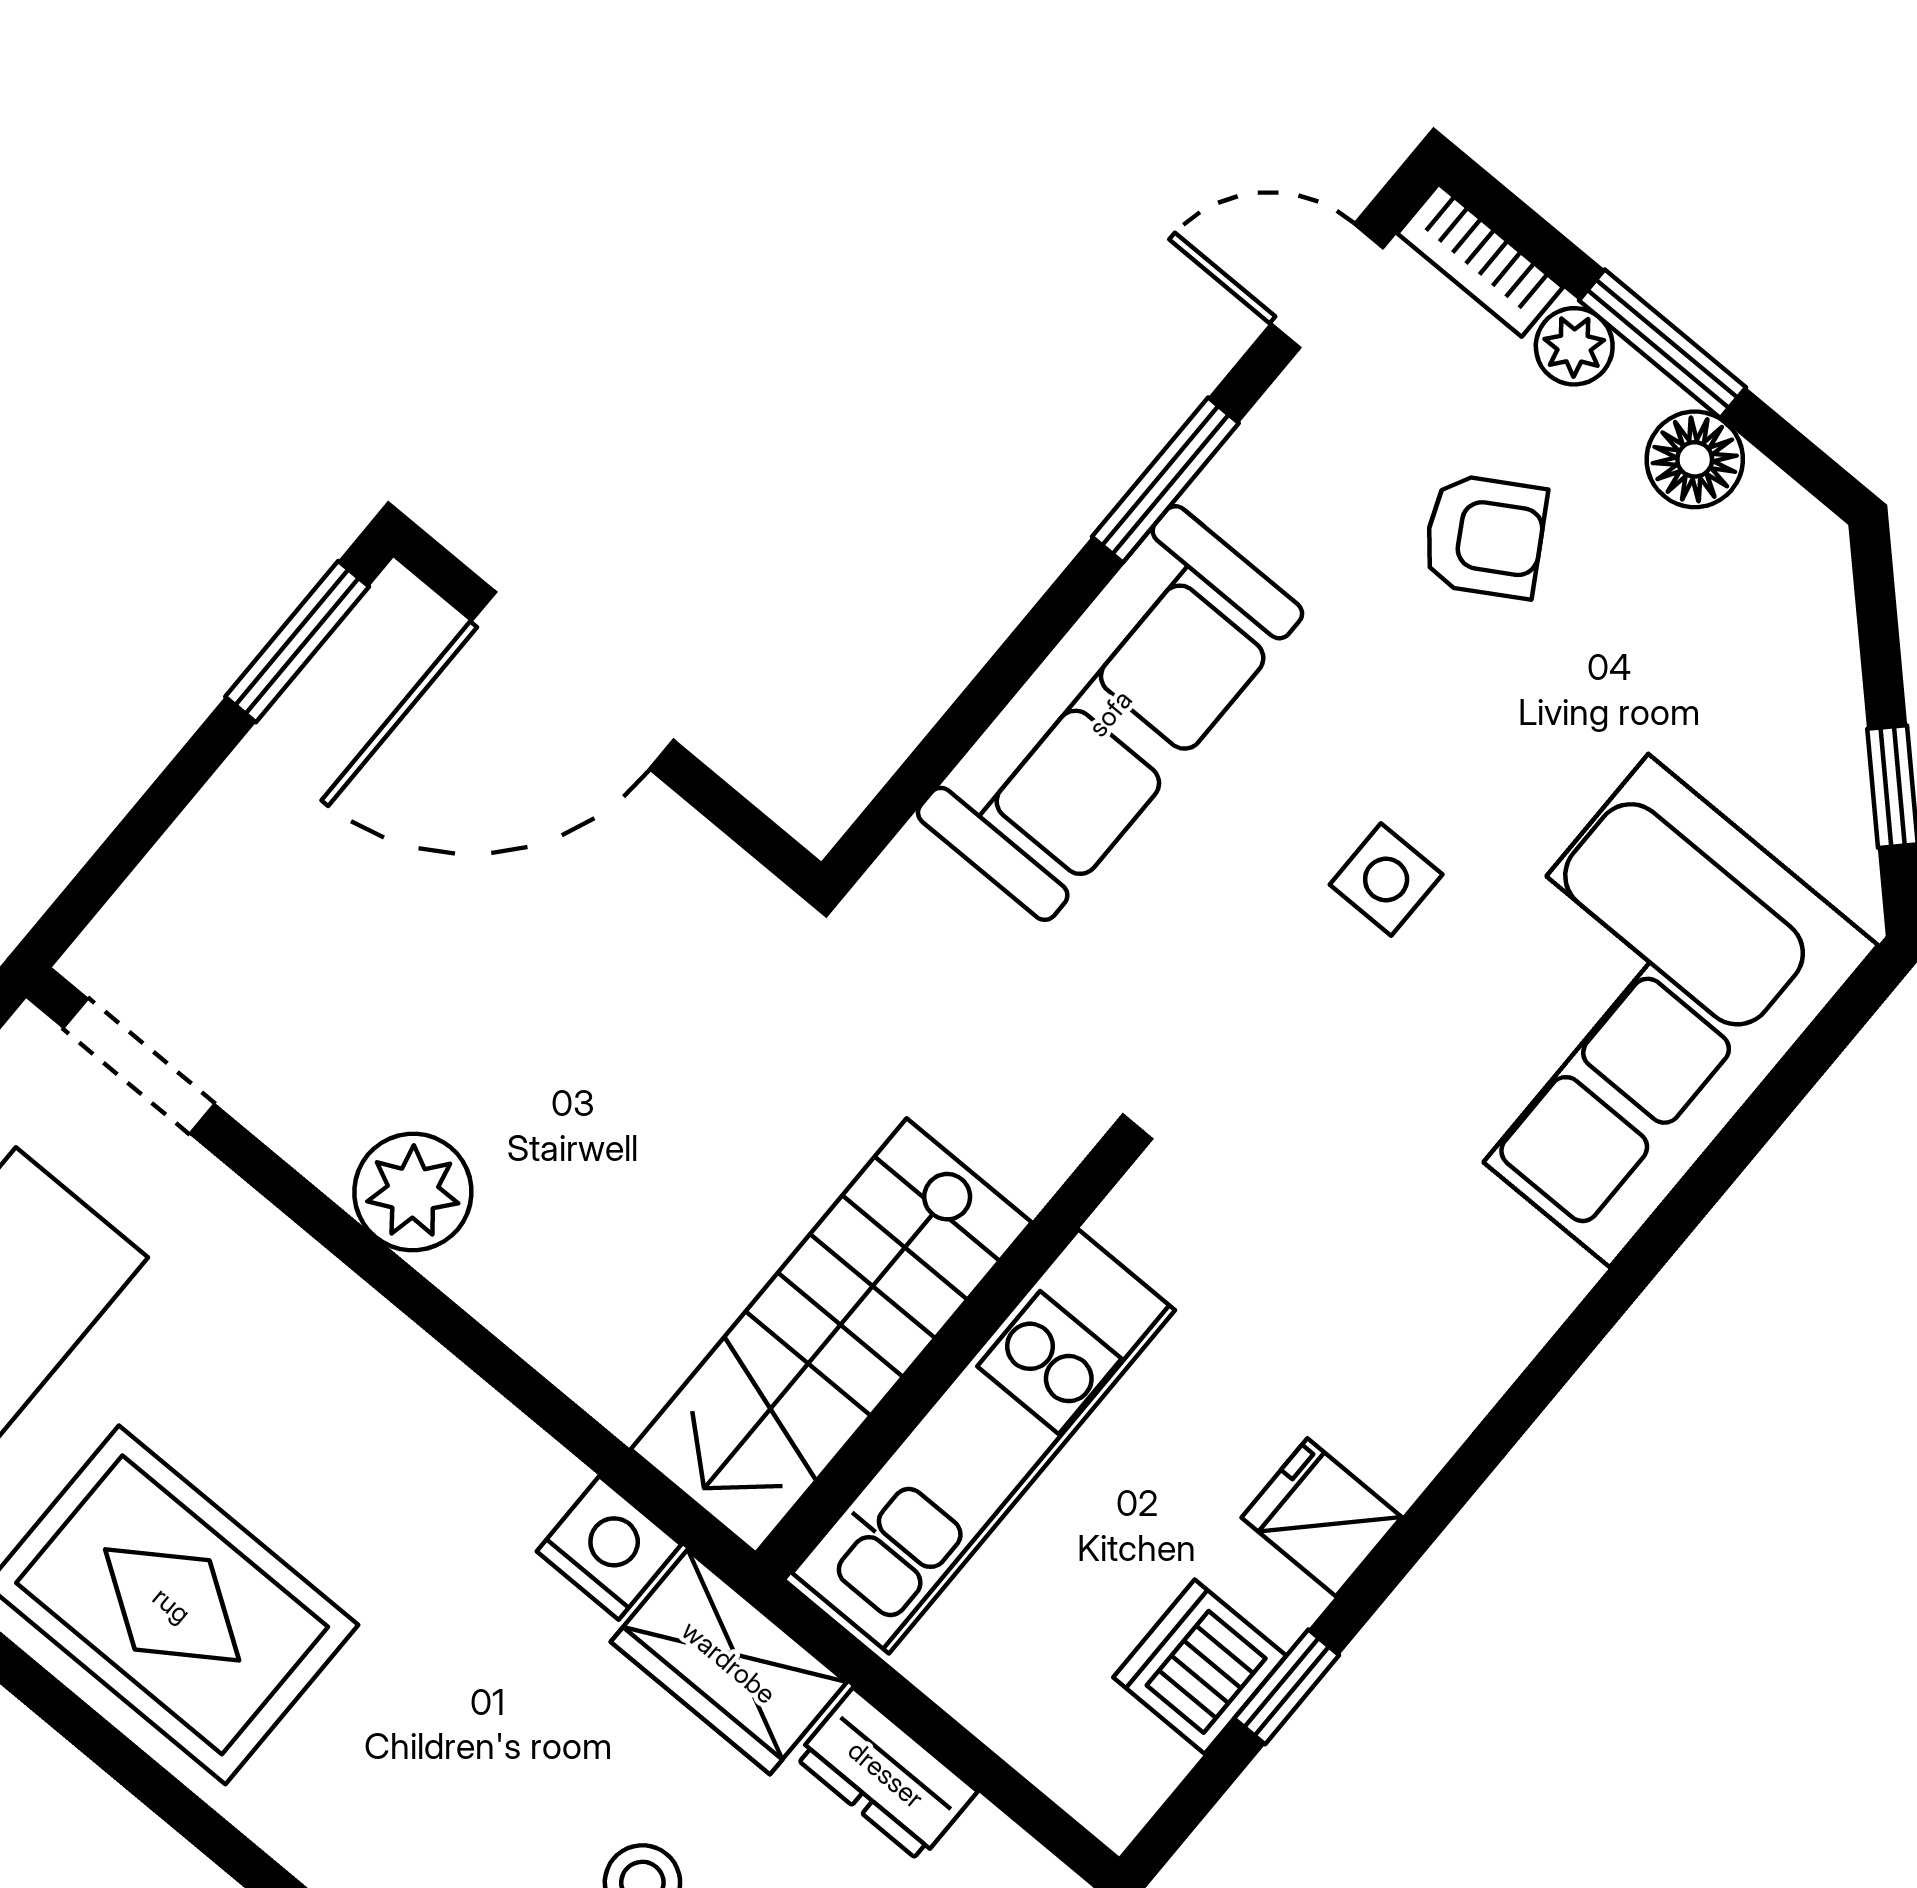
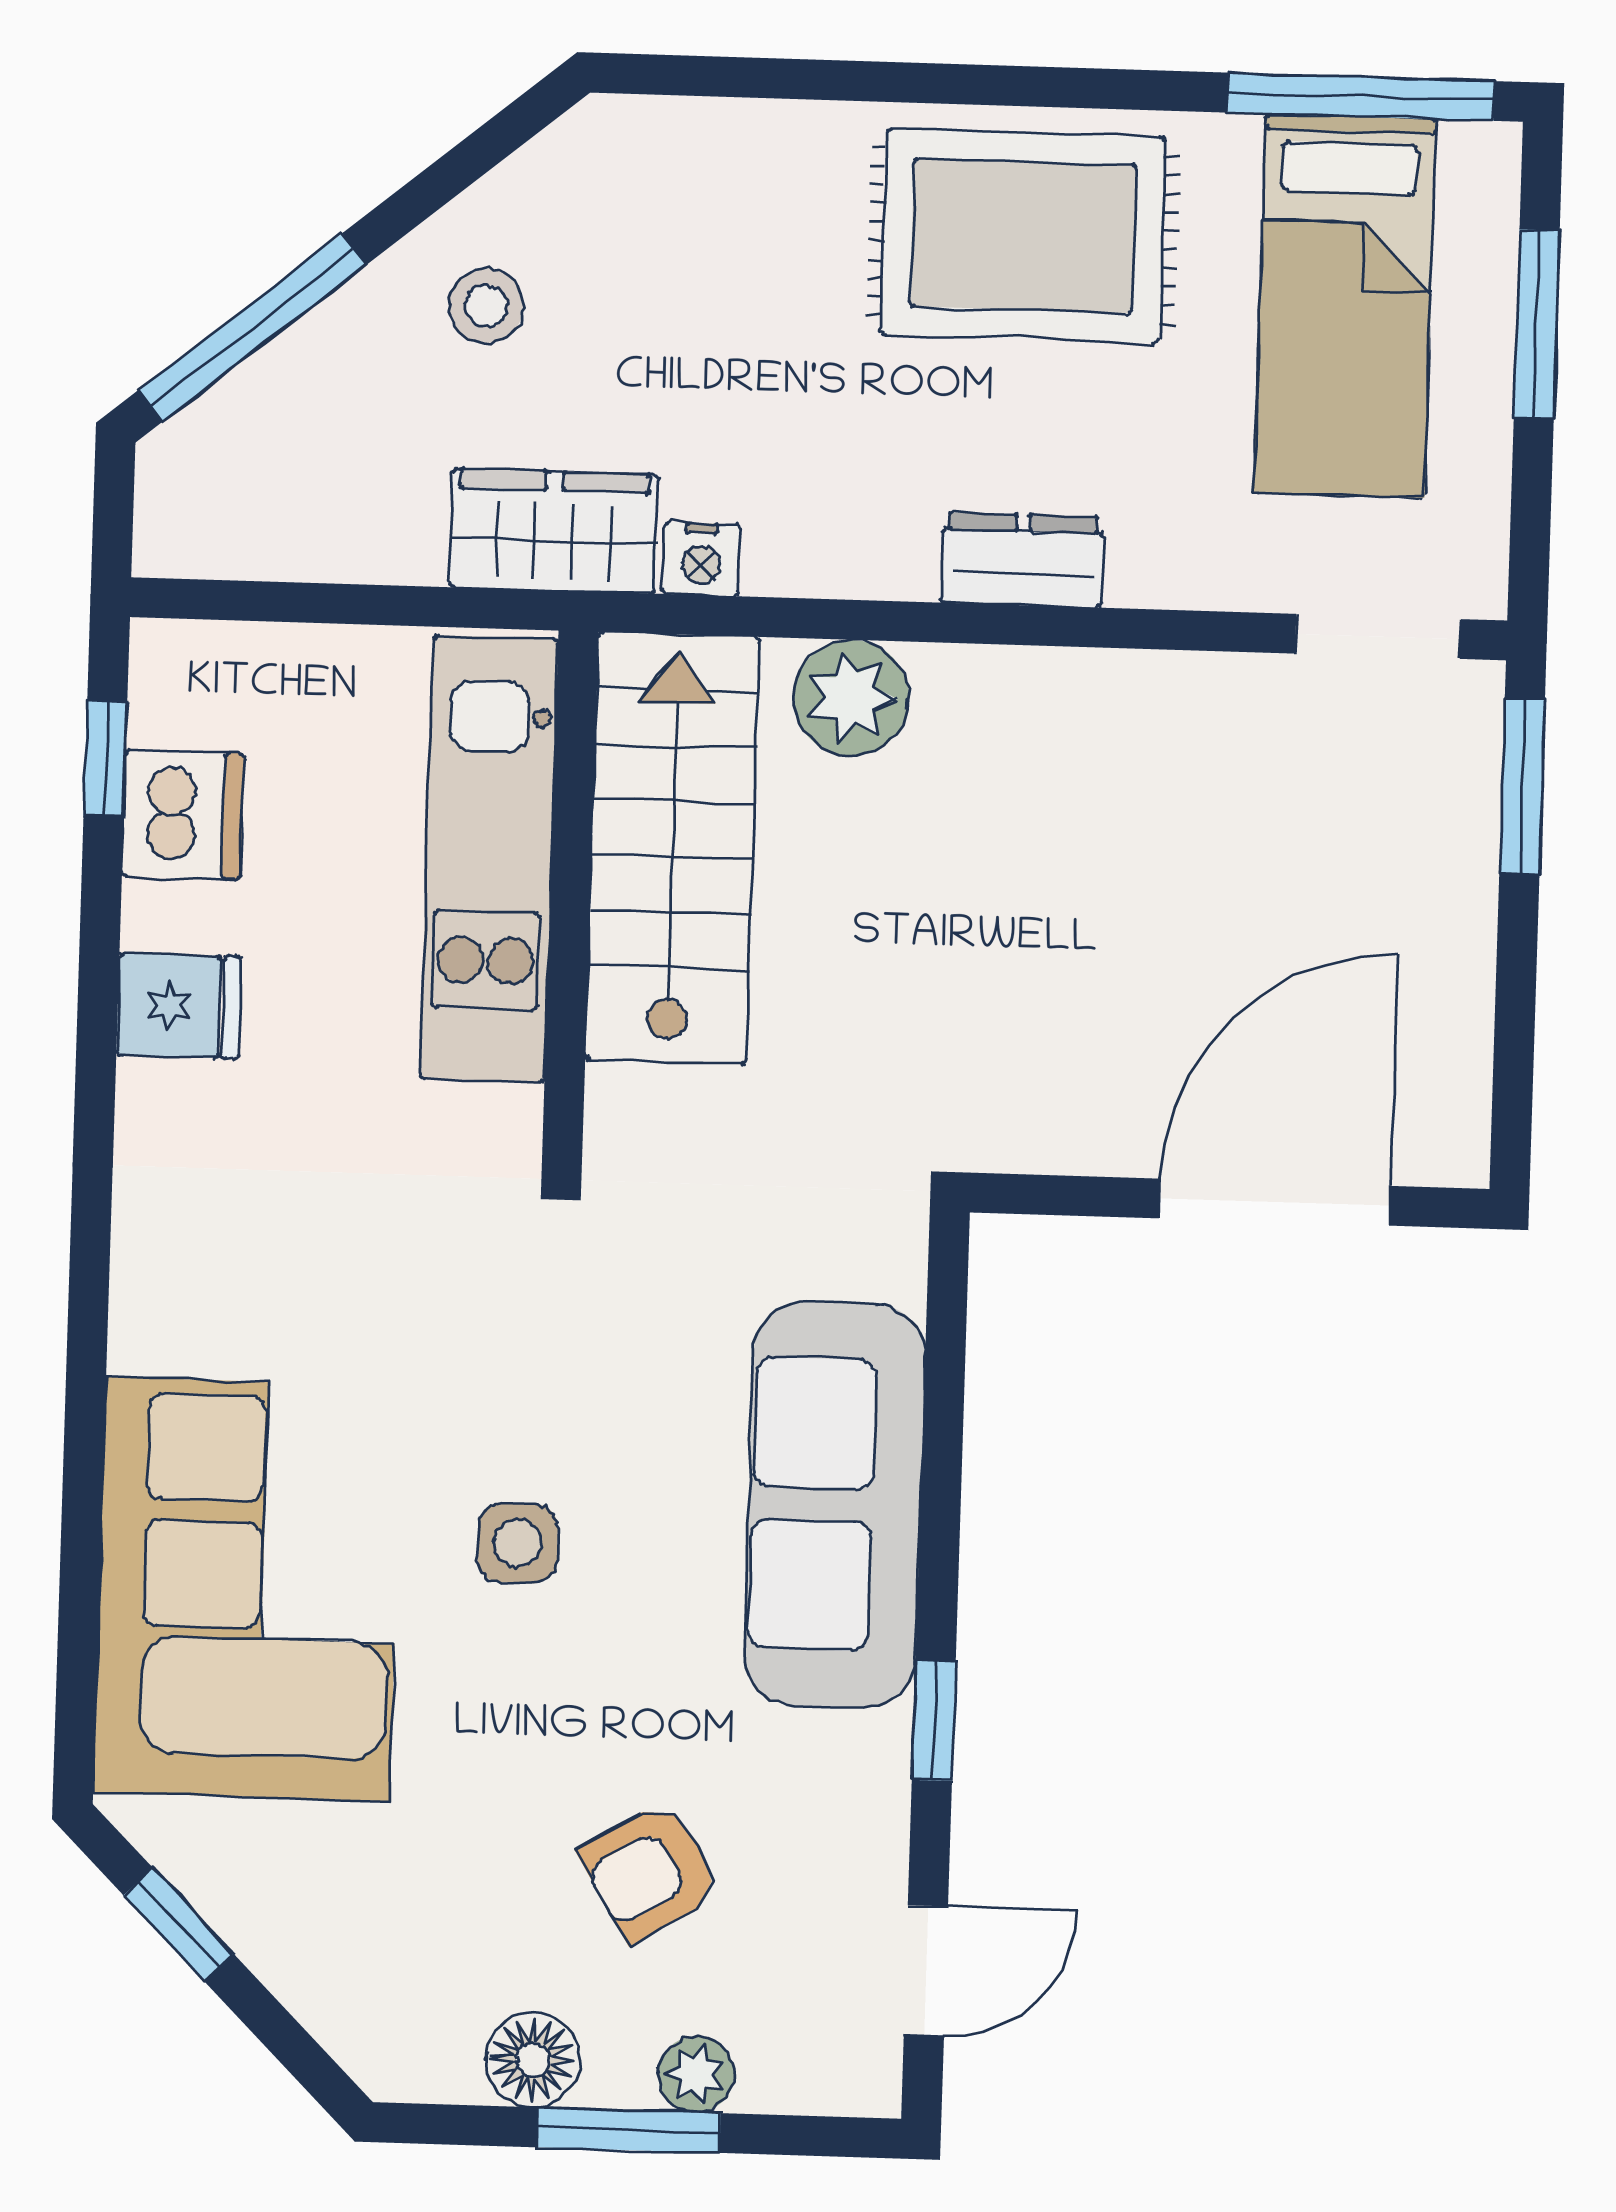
bookcase: (1480, 260) -> (822, 2084), removed
window: (1165, 480) -> (934, 1721), width x0.67
window: (297, 642) -> (1522, 786), moved
plant: (413, 1192) -> (851, 698), moved
nightstand: (609, 1548) -> (701, 559), width x0.72, depth x0.74
window: (1287, 1687) -> (105, 758), moved
dresser: (886, 1774) -> (1022, 560), moved

